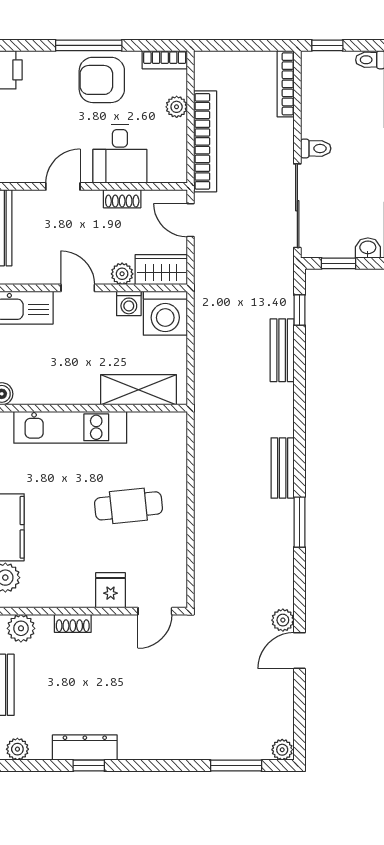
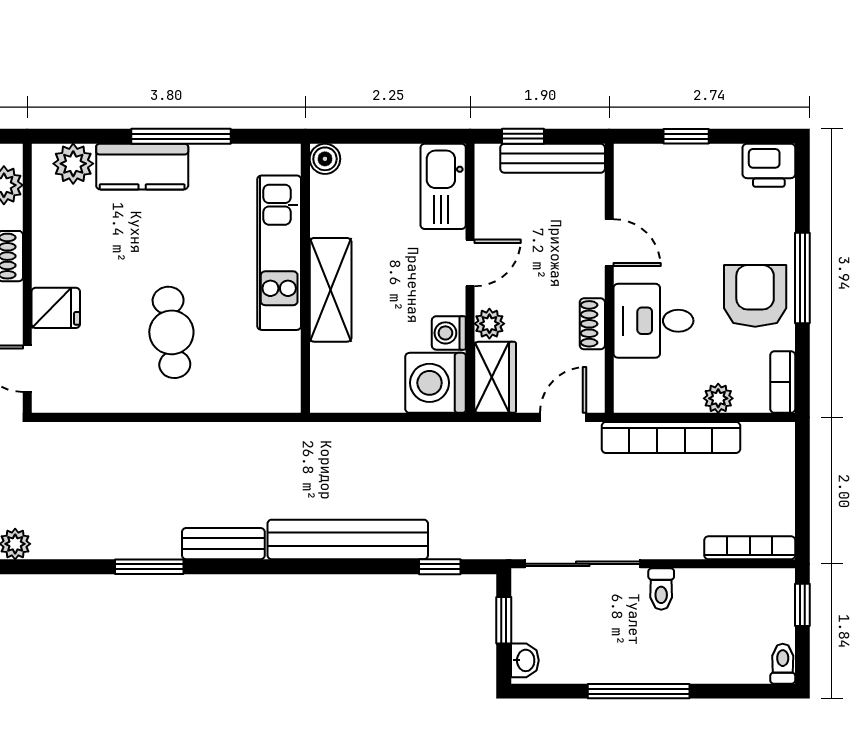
bench: (282, 350) -> (348, 539), width x1.86, depth x1.21
shelving: (139, 390) -> (331, 290), moved

